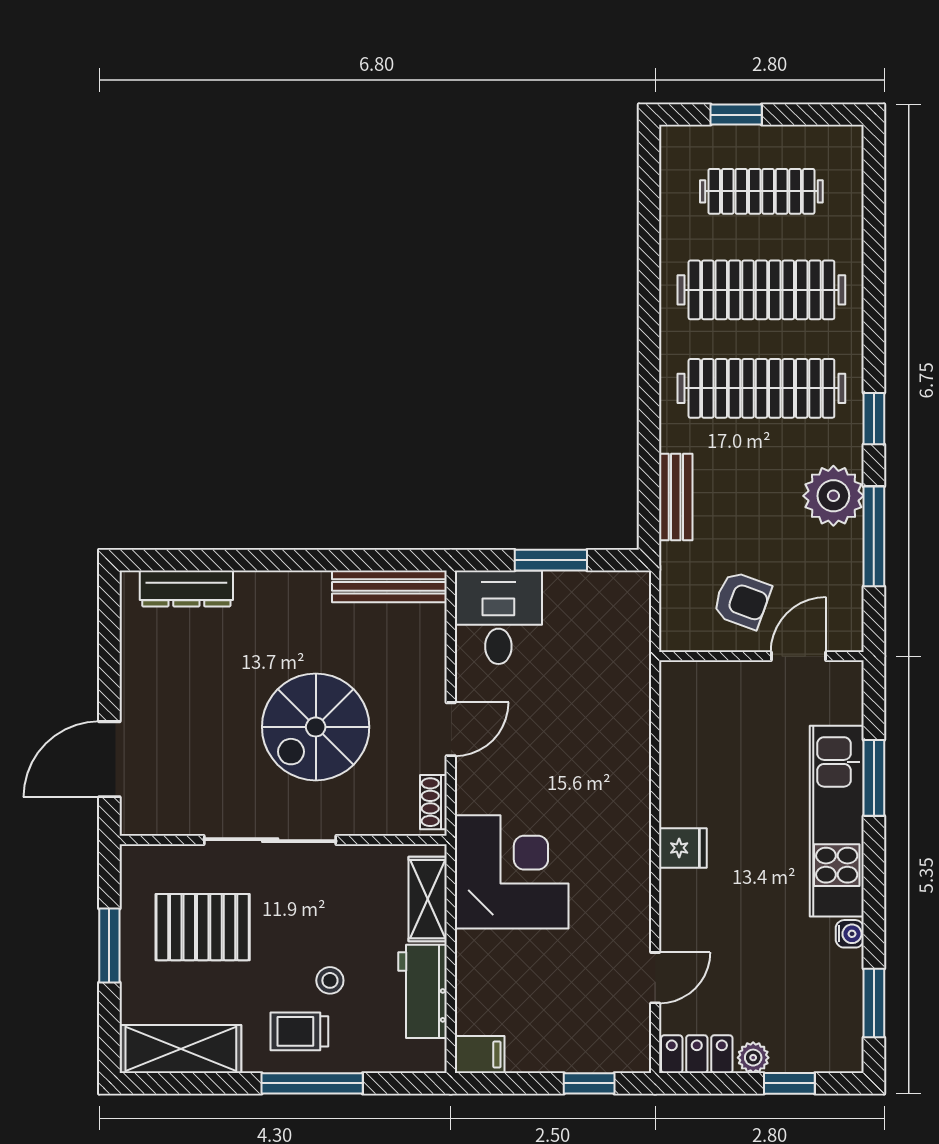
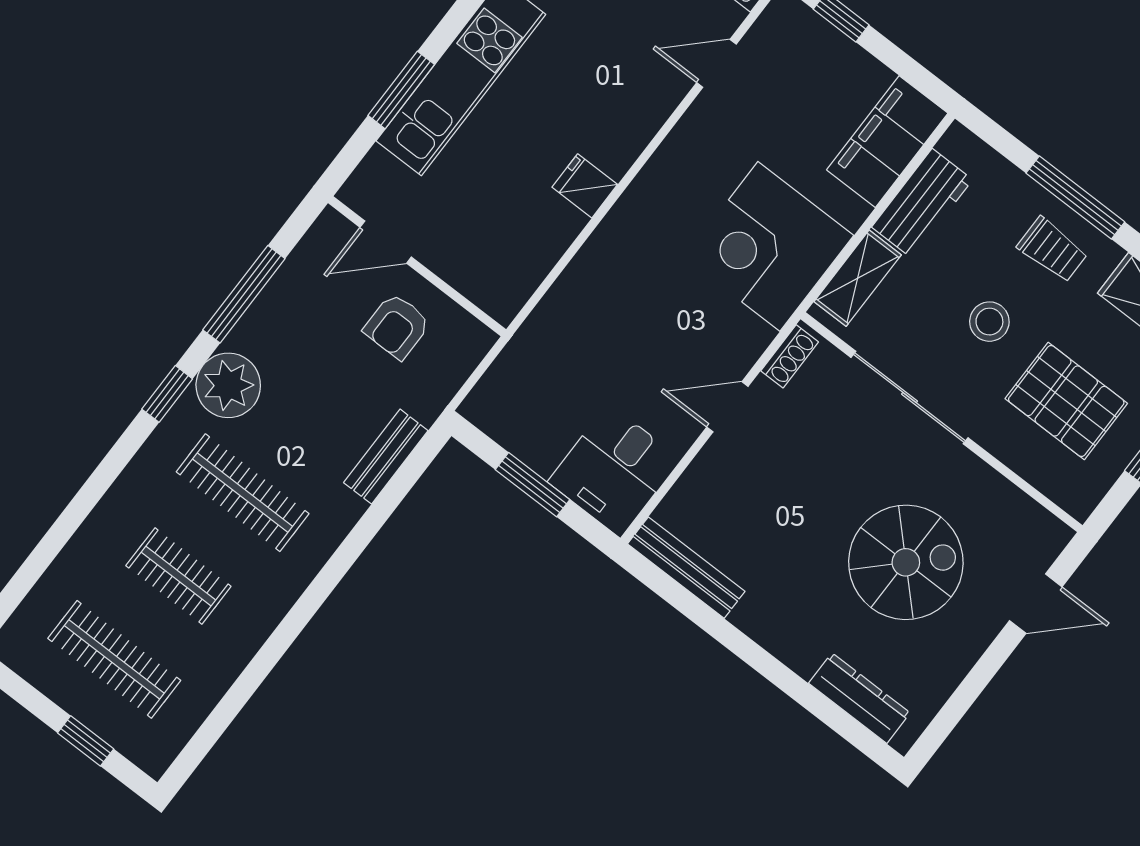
clothes rail: (761, 290) -> (178, 576), width x0.54, depth x0.76
clothes rail: (761, 388) -> (243, 493), width x0.73, depth x0.76
plant: (833, 496) -> (228, 385), moved
armchair: (742, 600) -> (397, 326), turned -110
spiral stairs: (316, 727) -> (906, 562), moved
door: (109, 759) -> (1036, 604), width x0.73
sliding door: (270, 840) -> (910, 398), moved
fridge: (683, 848) -> (585, 186), moved
stool: (330, 980) -> (989, 322), moved, width x1.37, depth x1.37
filing cabinet: (480, 1055) -> (887, 142), width x3.00, depth x1.17

